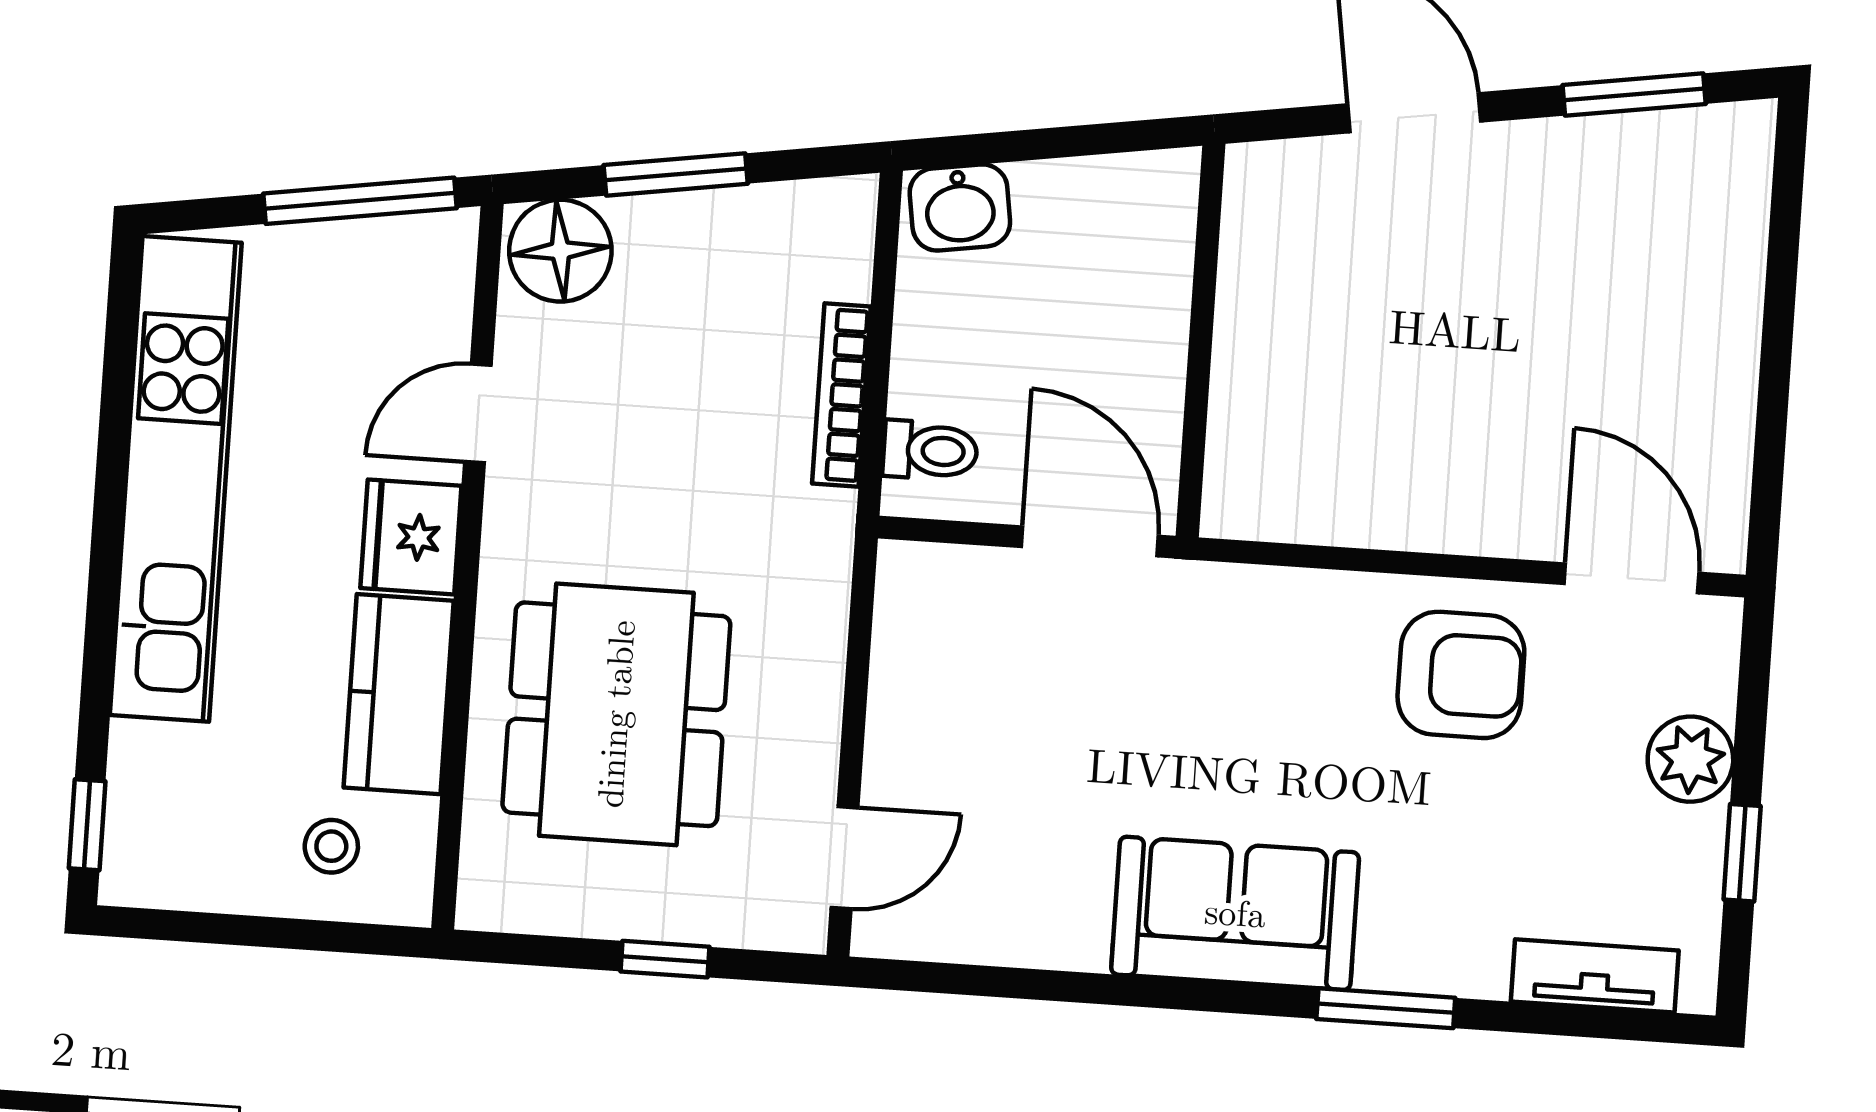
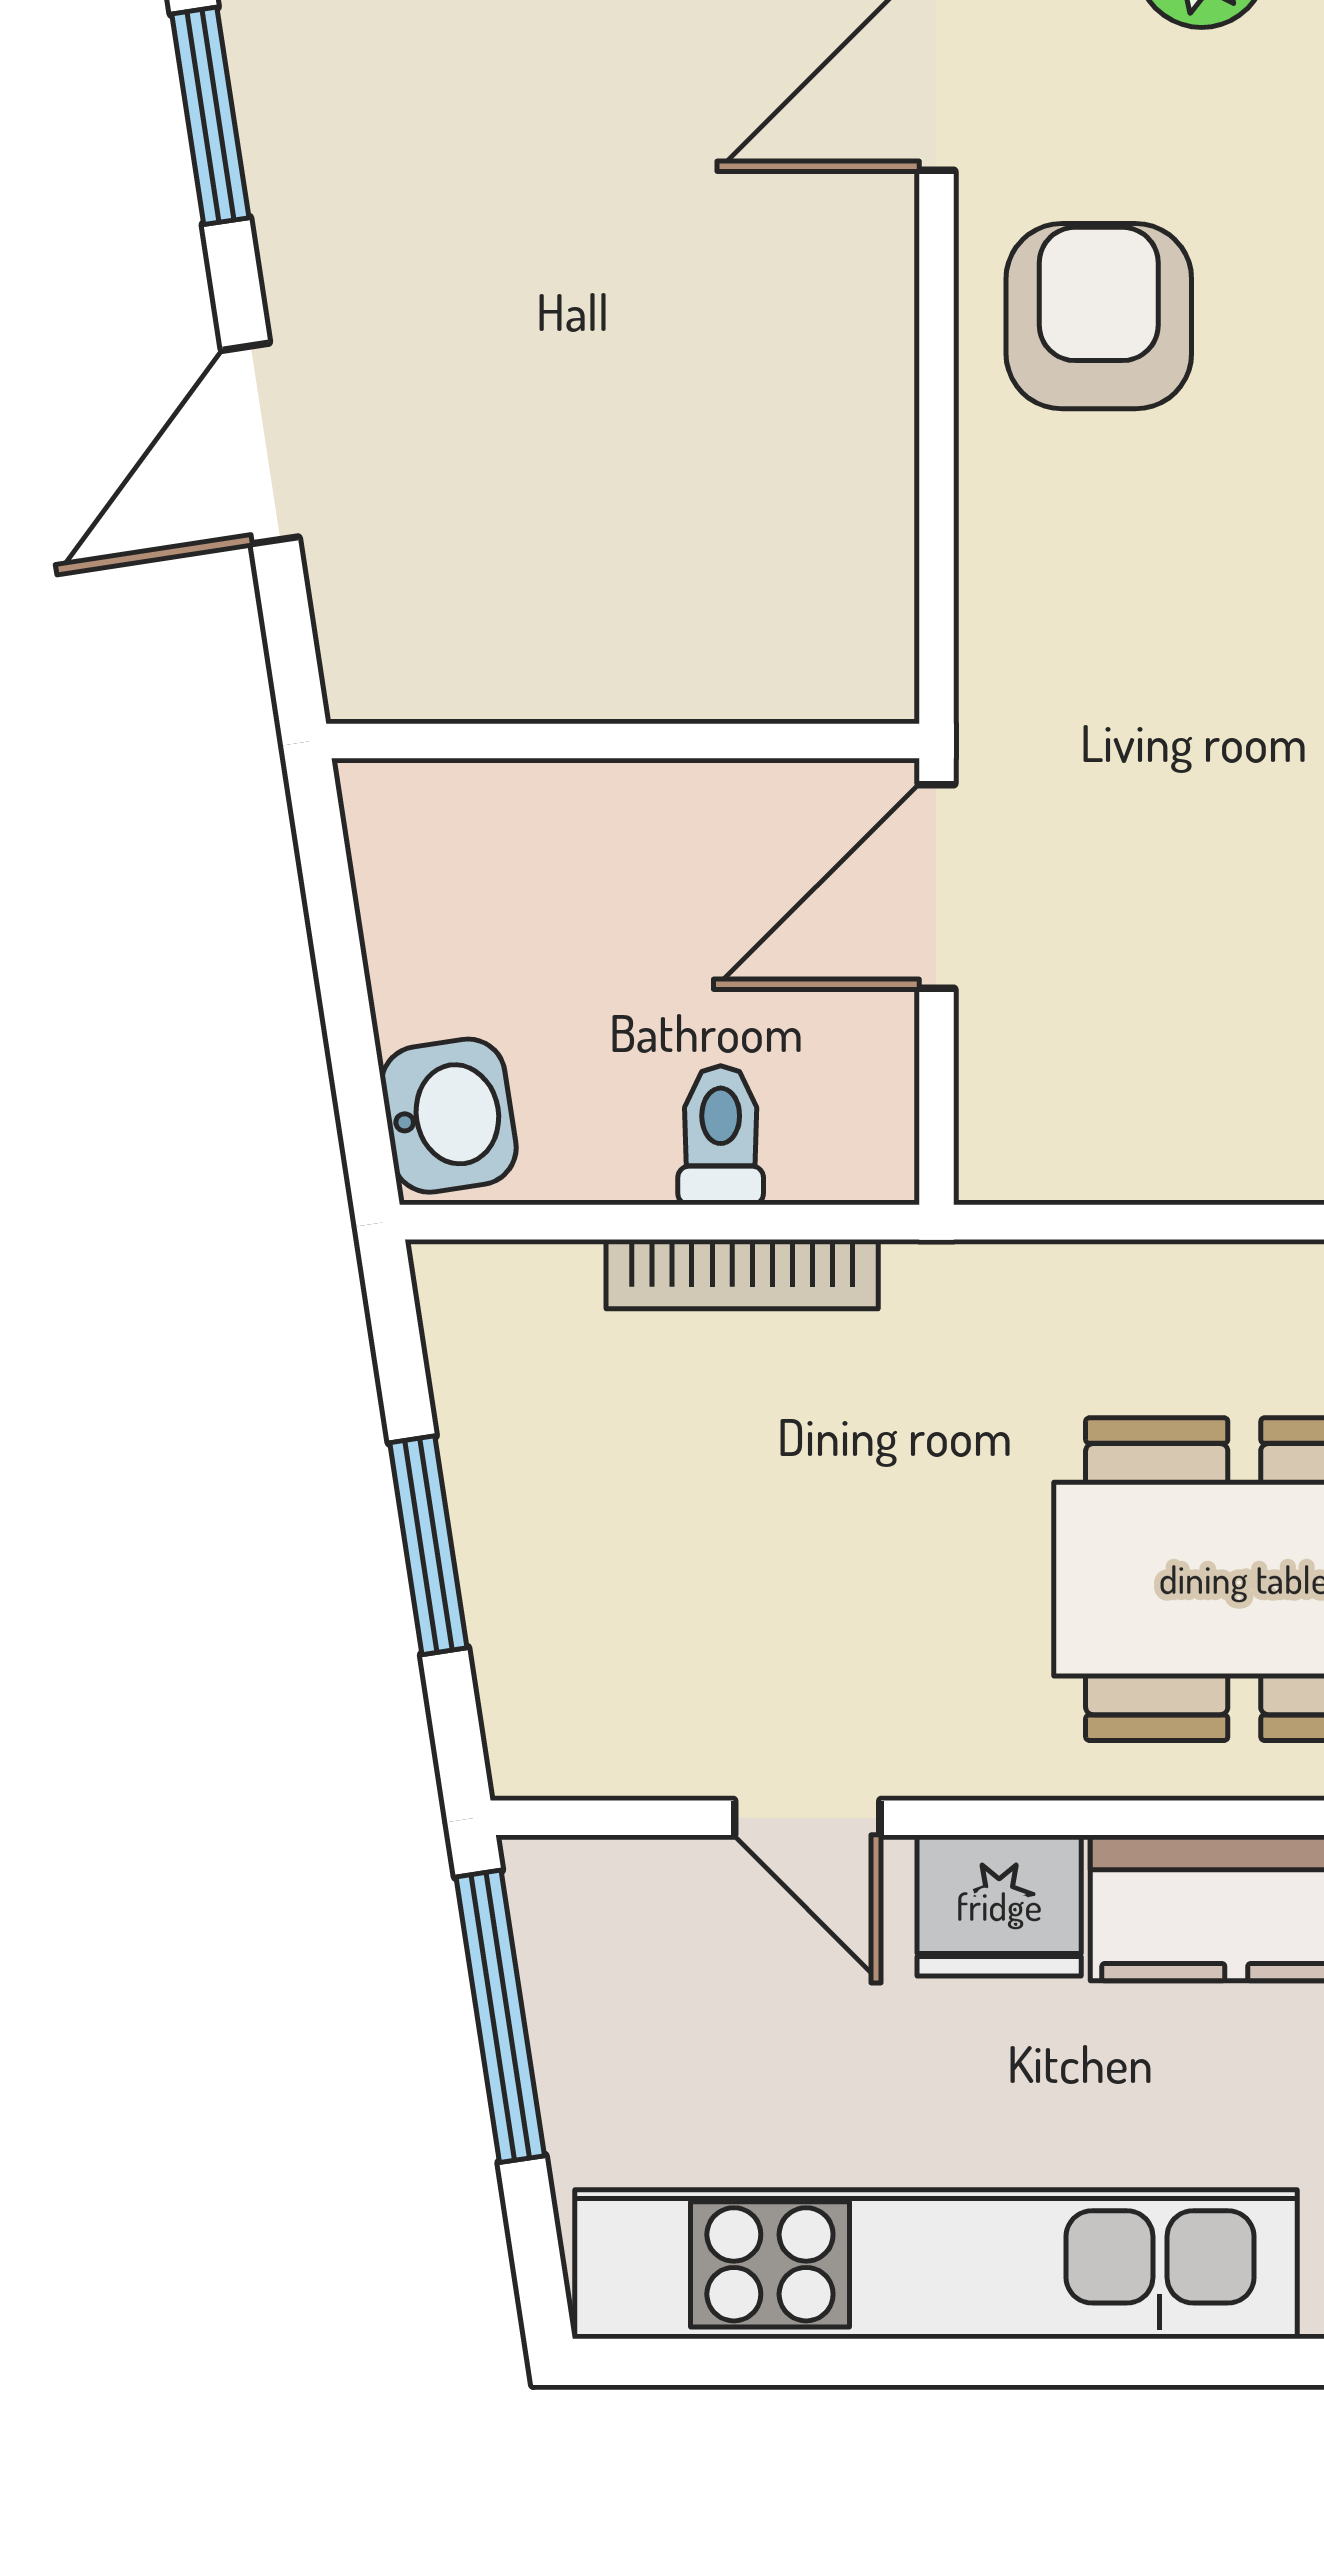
floor lamp: (560, 251) -> (555, 1711), removed
toilet: (930, 451) -> (721, 1135), moved

